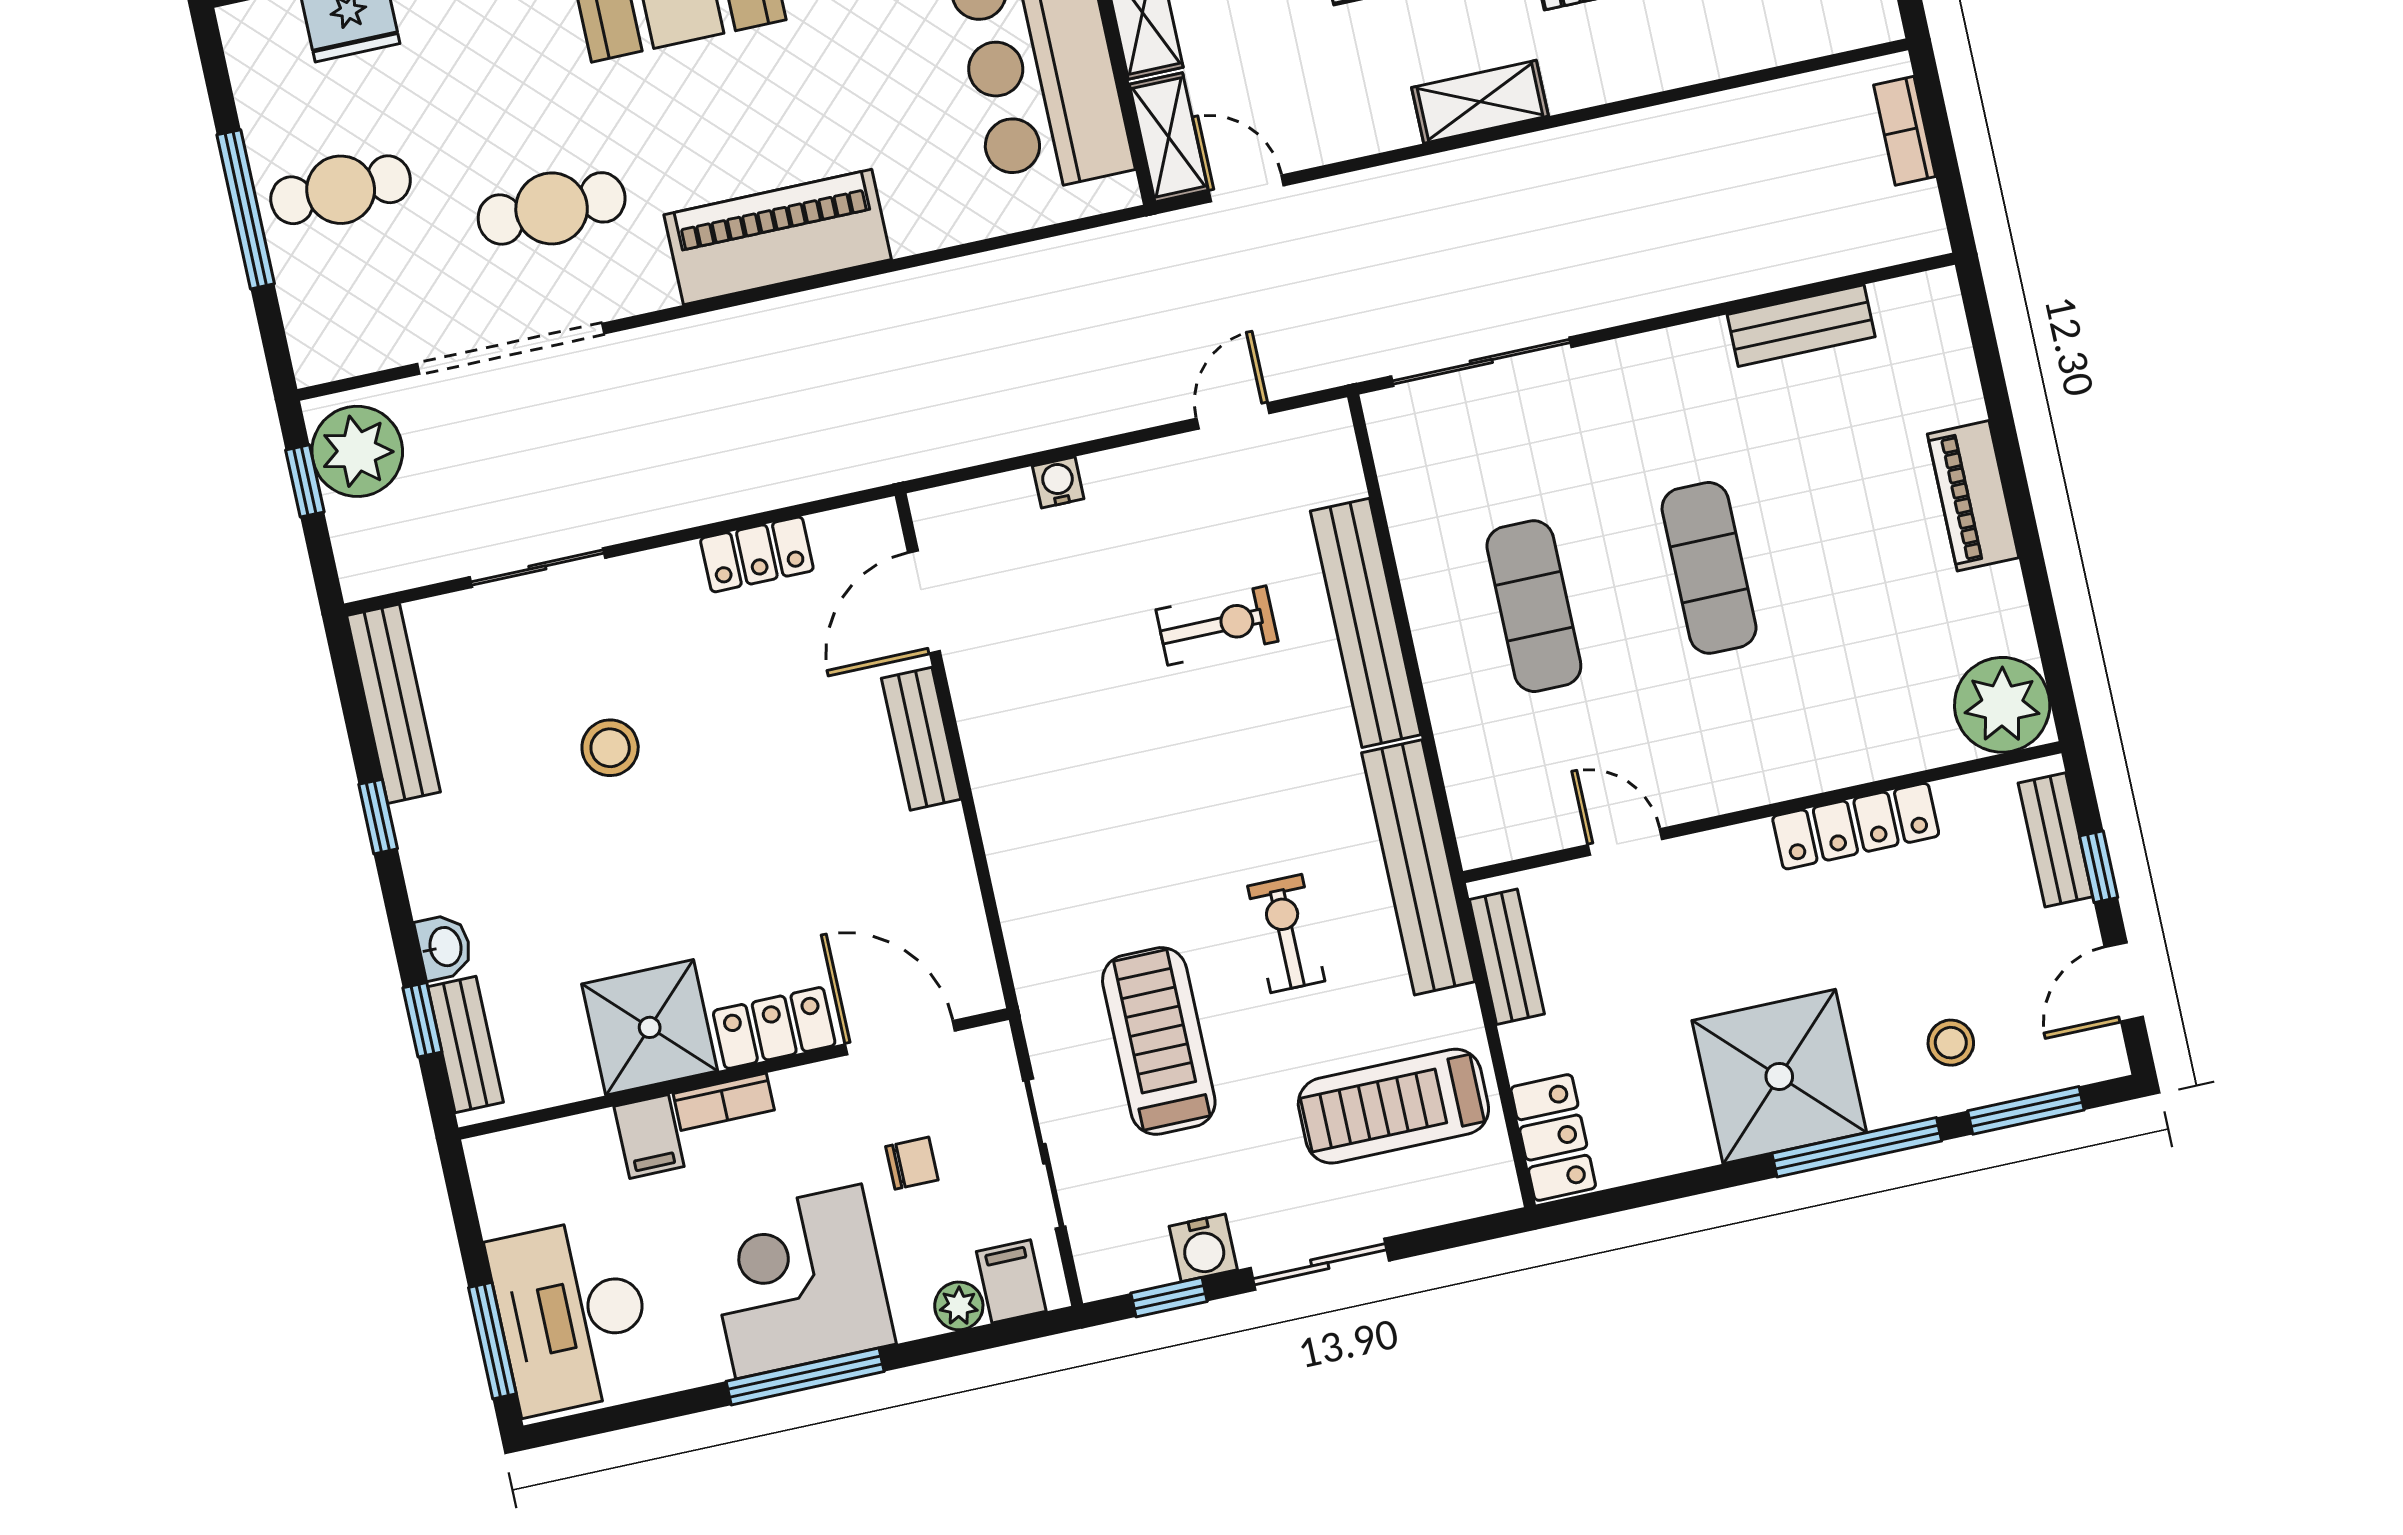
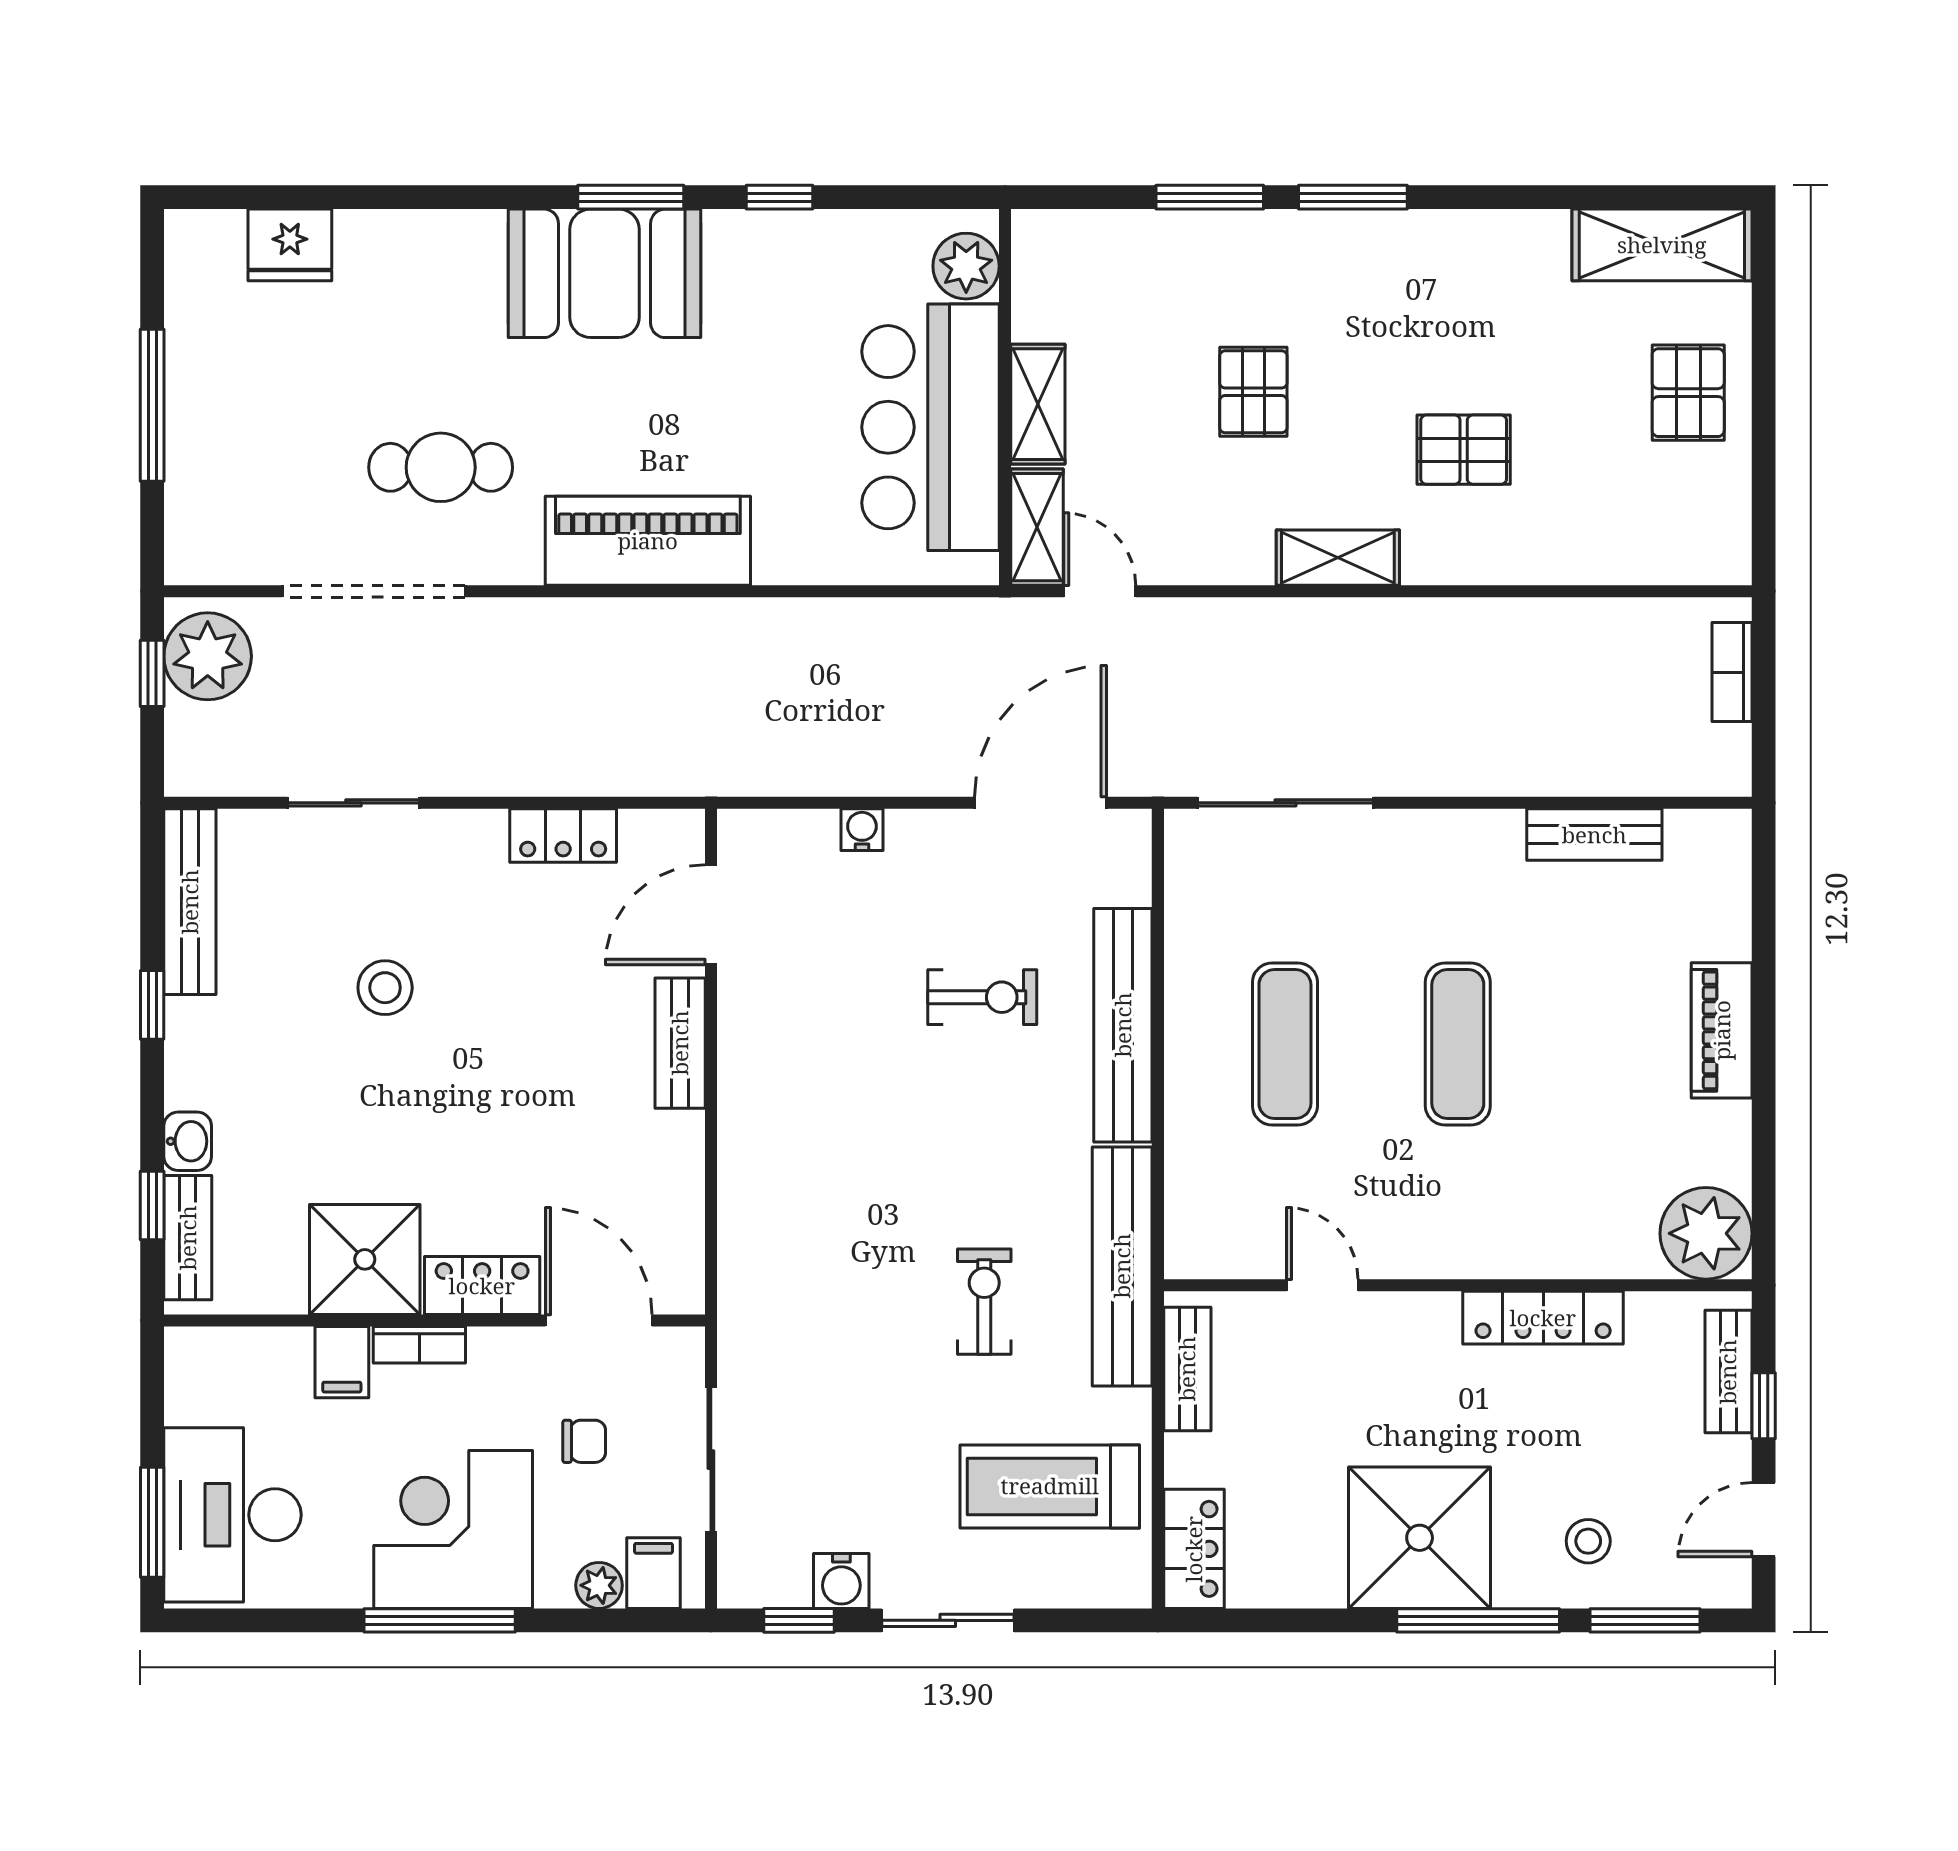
cafe table: (341, 190) -> (246, 406), removed
door: (1233, 416) -> (1040, 803), width x1.88
treadmill: (1159, 1041) -> (842, 1377), removed

